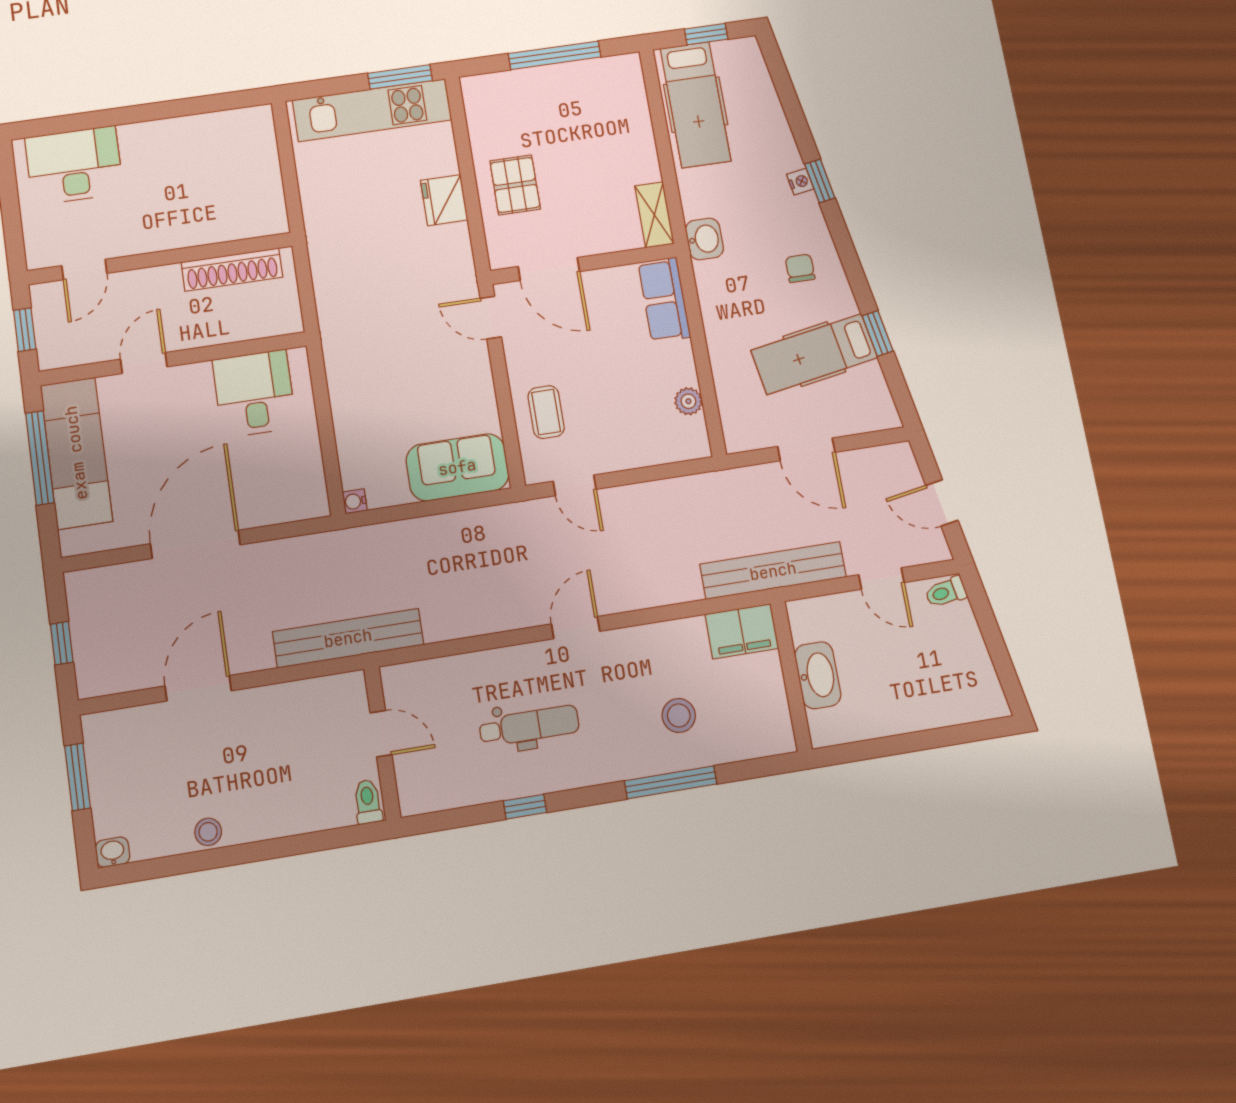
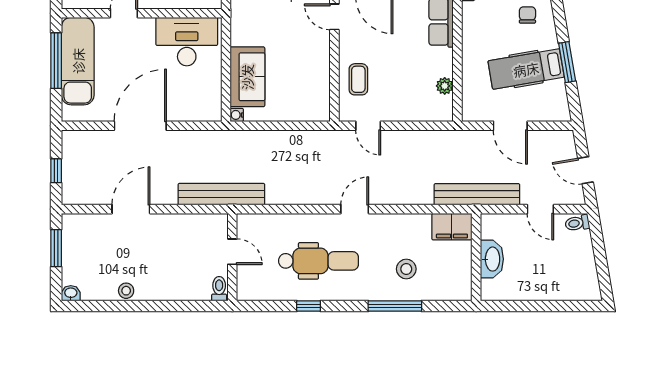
window: (878, 333) -> (567, 62), width x1.50
desk: (254, 394) -> (187, 42), width x1.37
sofa: (457, 467) -> (247, 77), moved, turned 90
dental chair: (529, 726) -> (318, 261), width x1.36, depth x1.38

